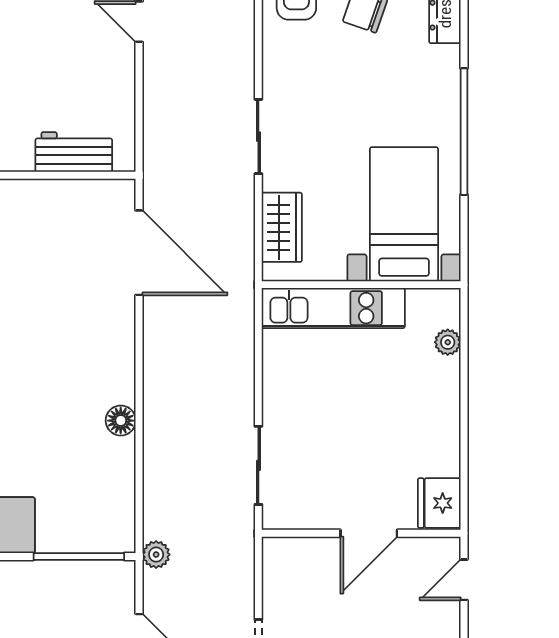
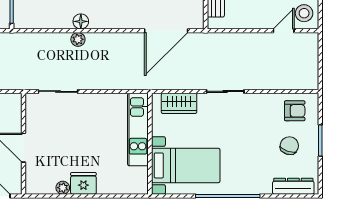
plant: (448, 342) -> (63, 188), moved
fridge: (439, 503) -> (83, 183), moved
plant: (156, 555) -> (78, 39), moved

